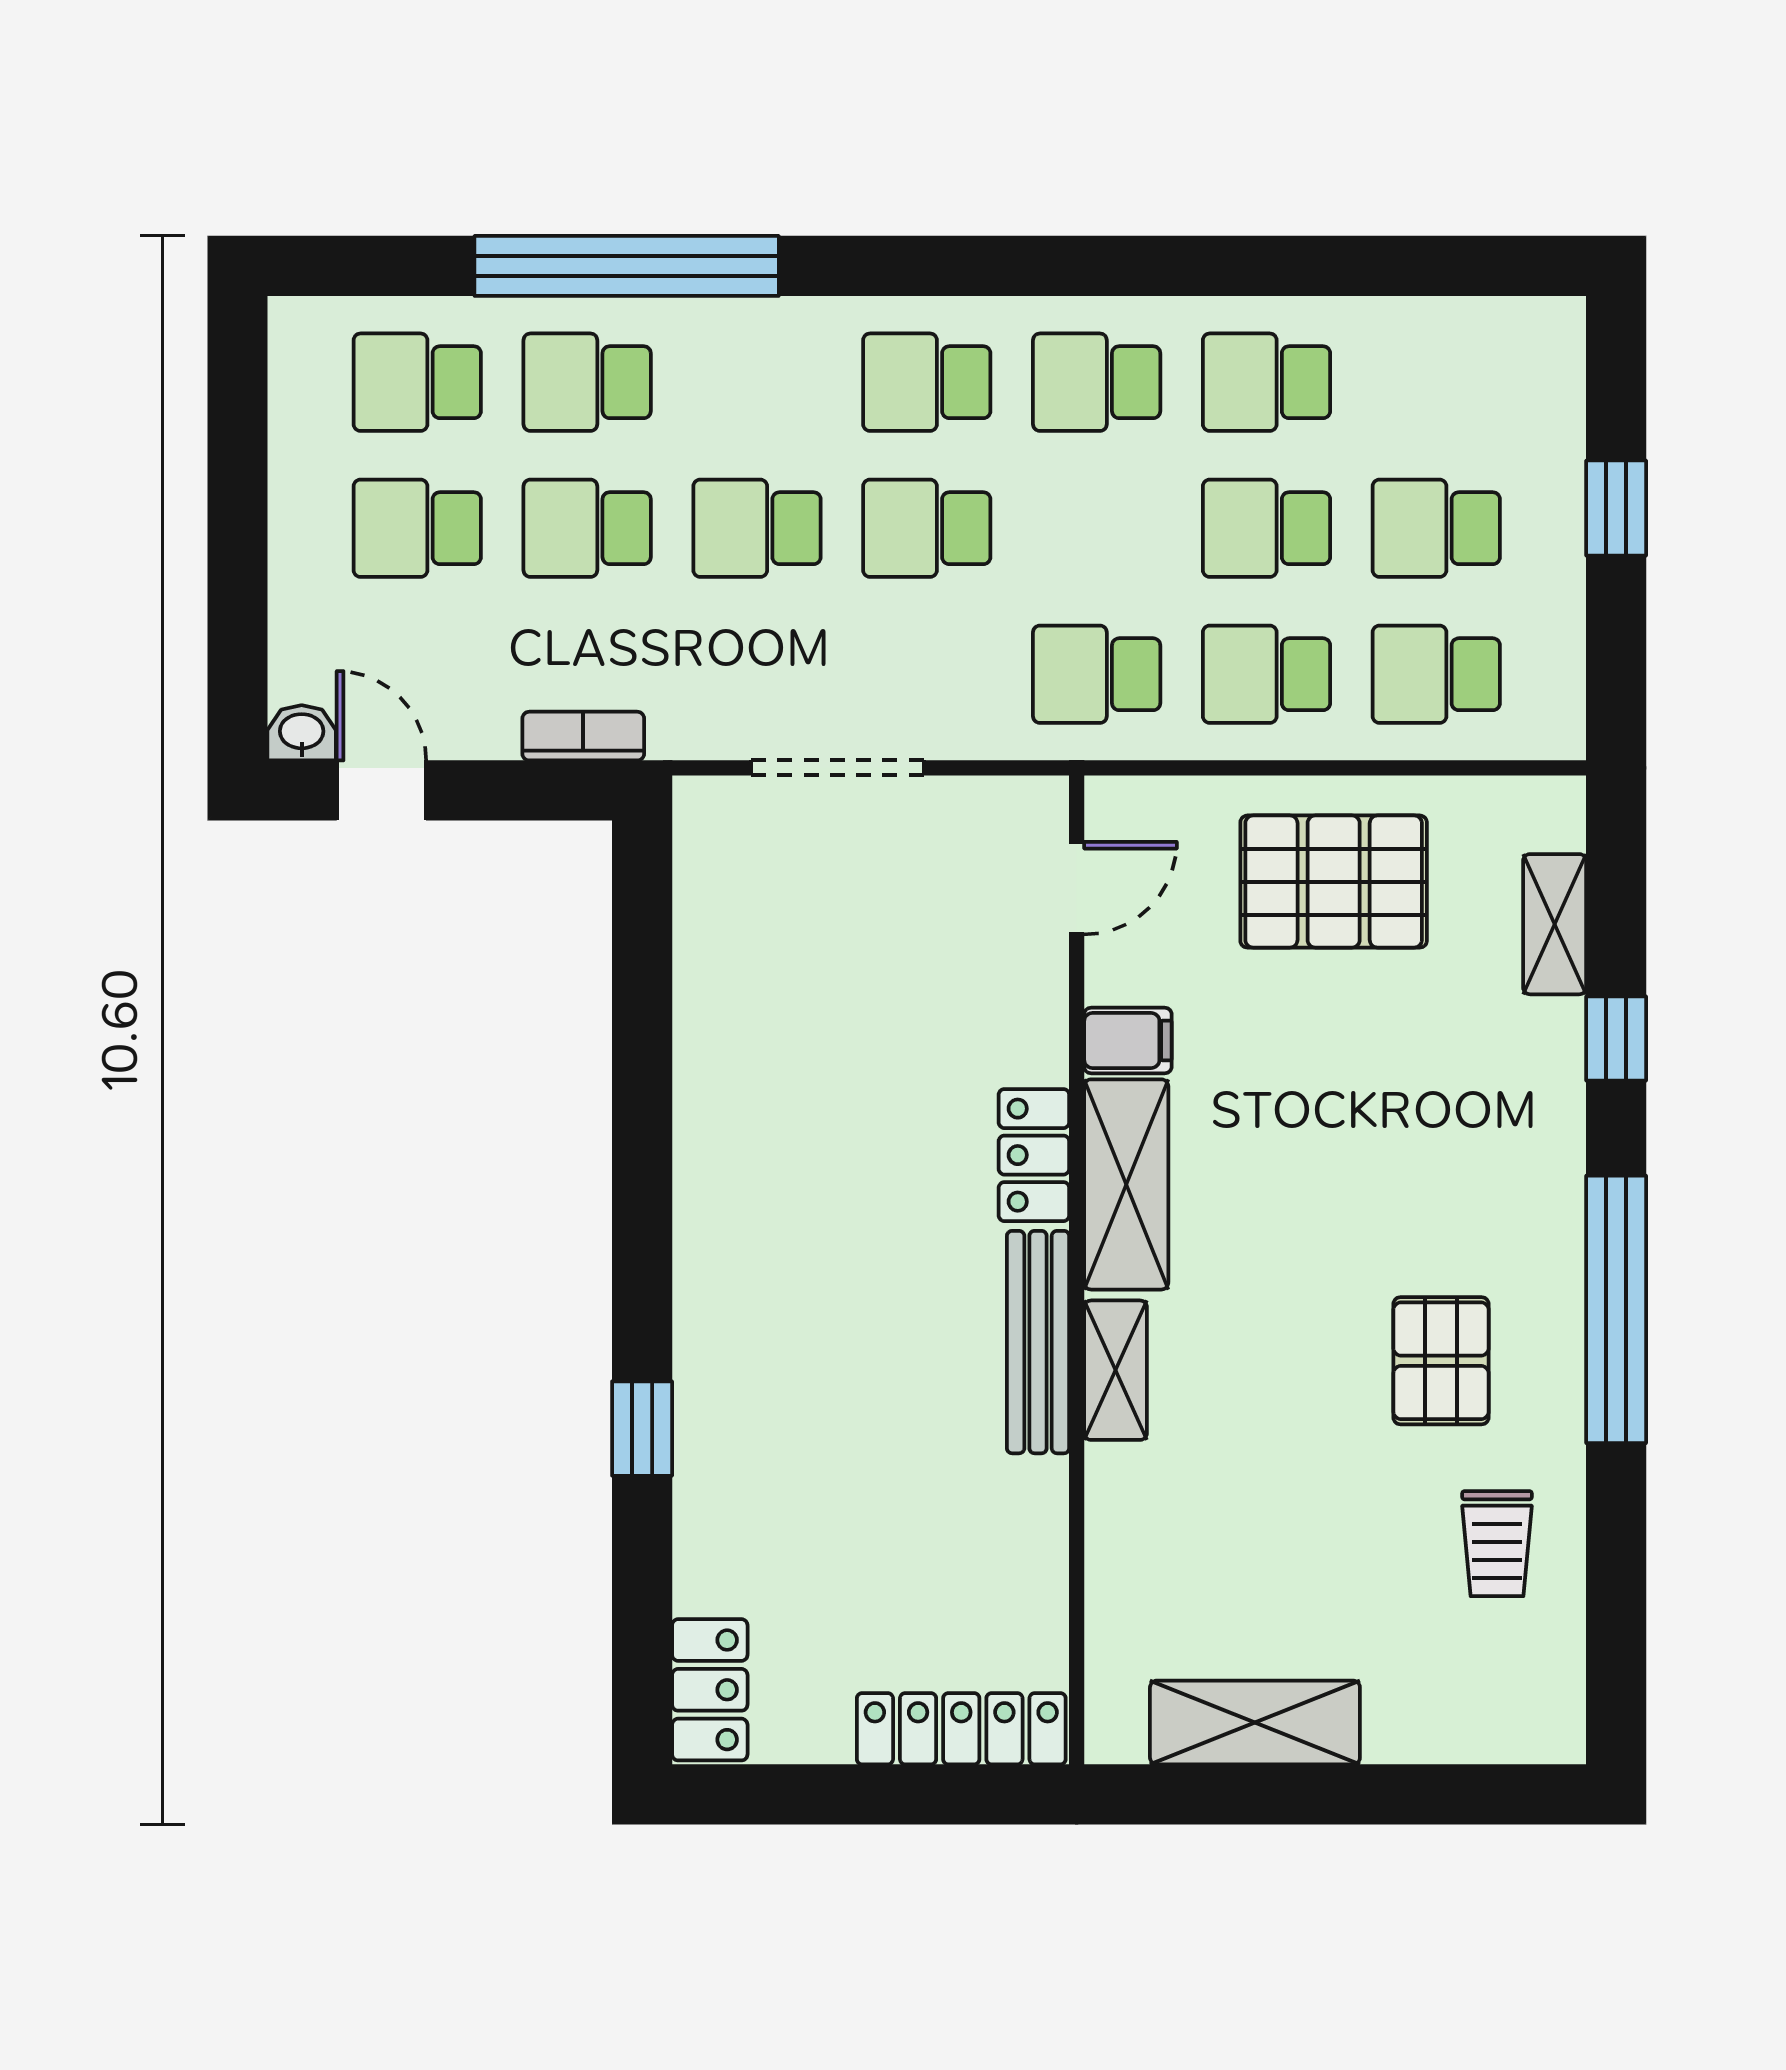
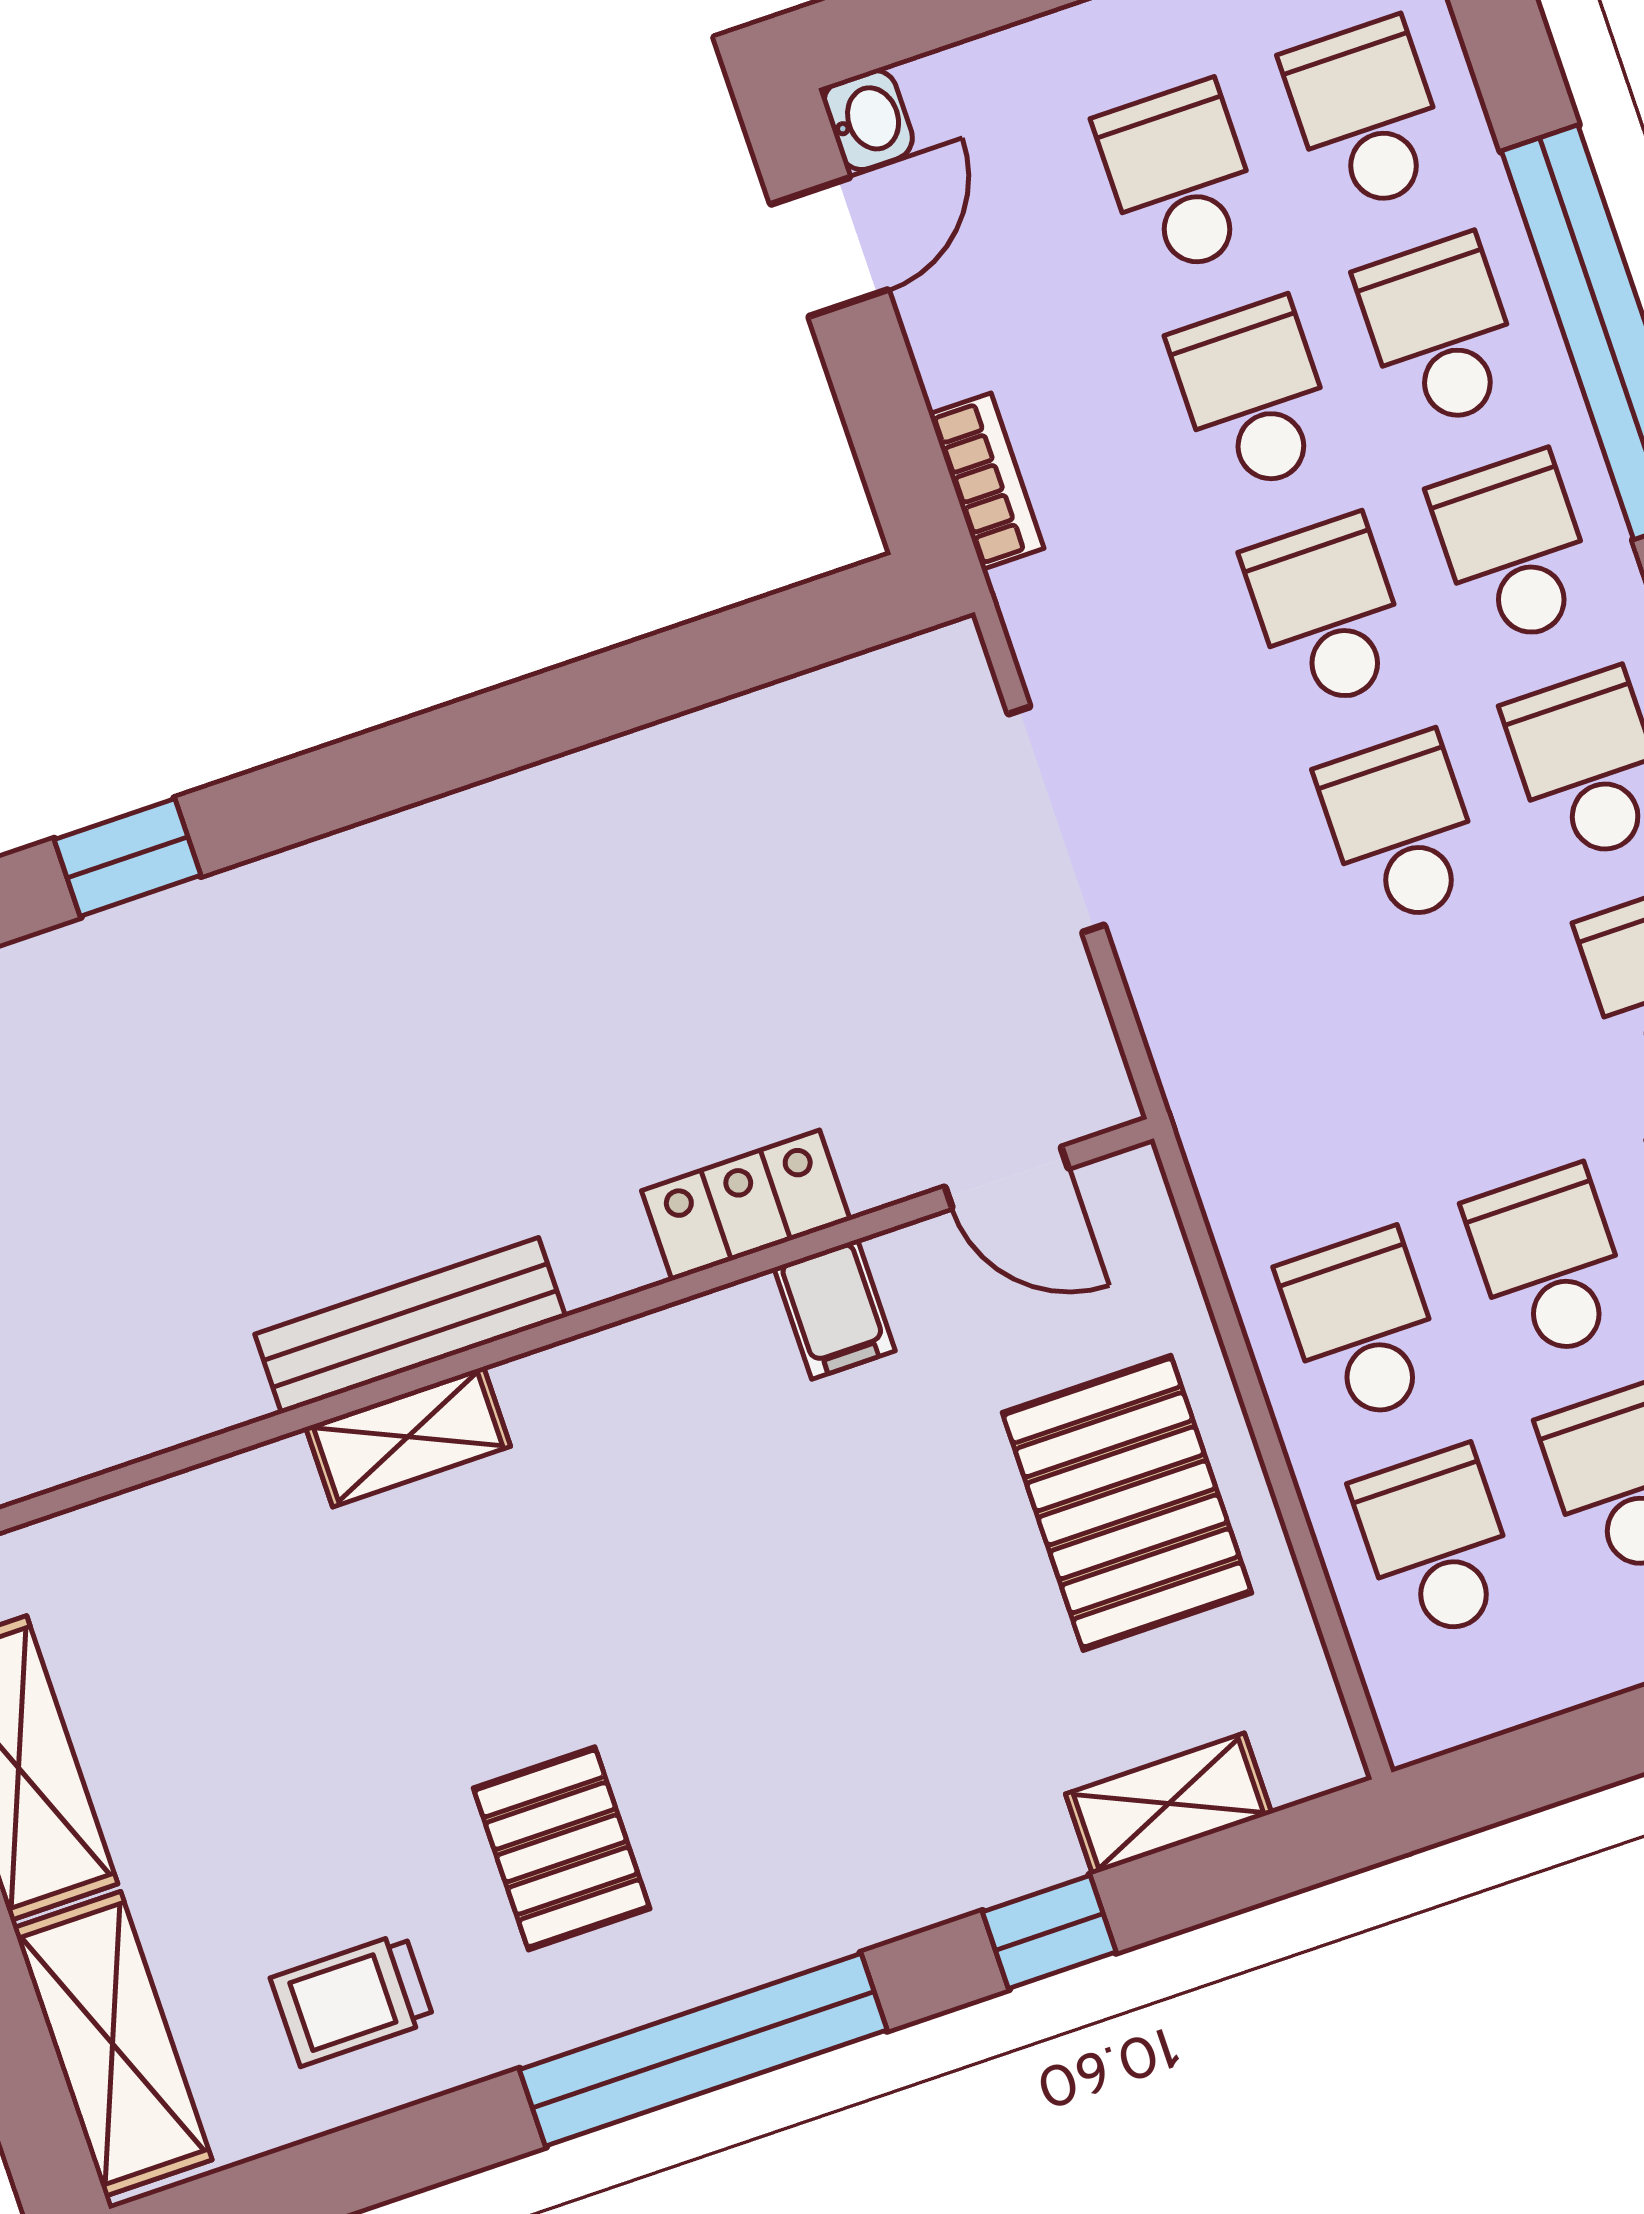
school desk: (1097, 674) -> (1514, 549), moved
locker: (1034, 1155) -> (746, 1205), moved
shelving: (1126, 1184) -> (113, 2044), moved, turned 90
pallet: (1441, 1361) -> (562, 1848), turned 90

